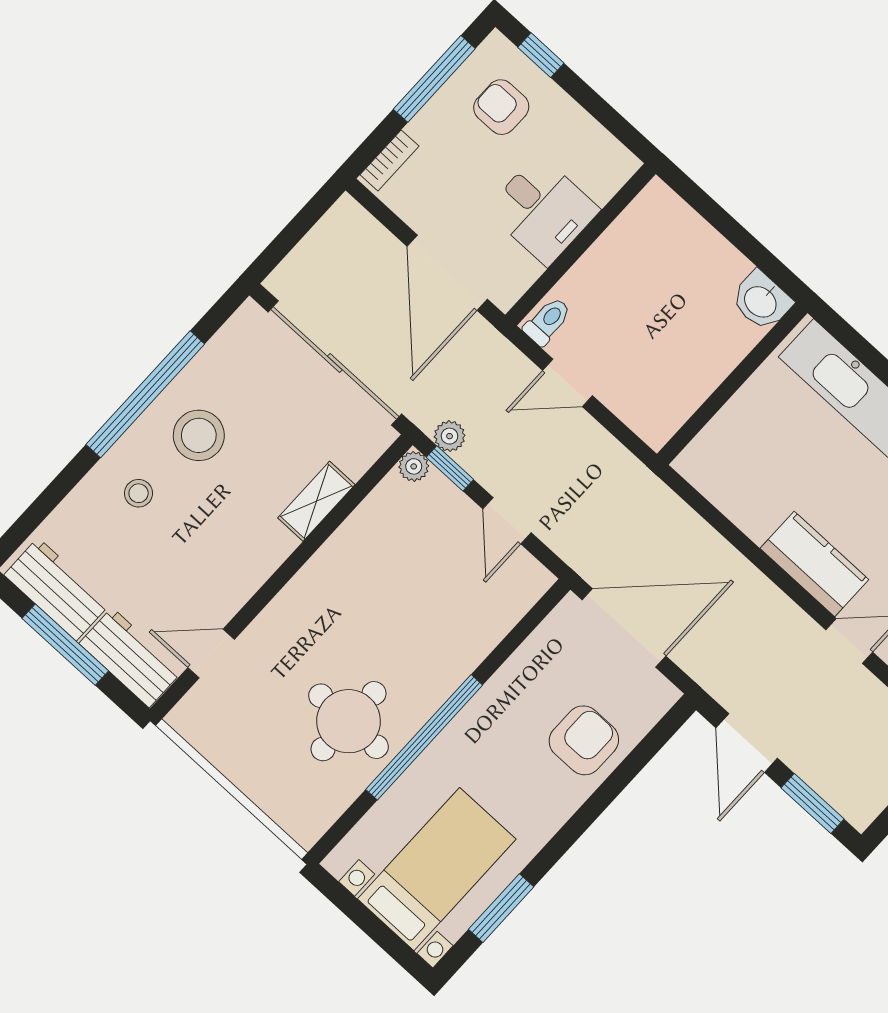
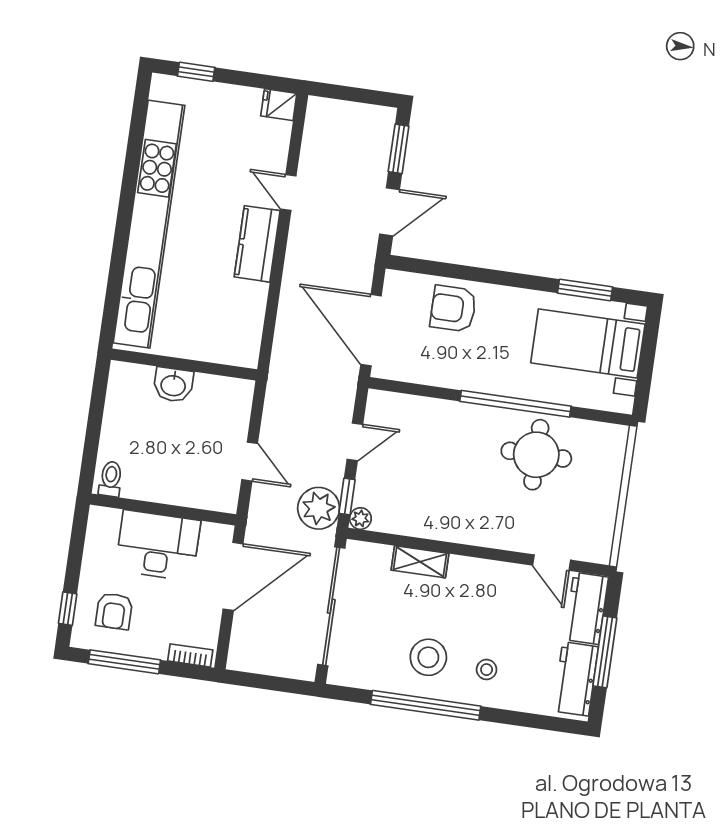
desk: (543, 210) -> (158, 546), width x1.37
washbasin: (761, 301) -> (173, 385), moved, turned 90
toilet: (548, 321) -> (111, 479), moved, turned 90
plant: (450, 436) -> (319, 508), width x1.88, depth x1.88

